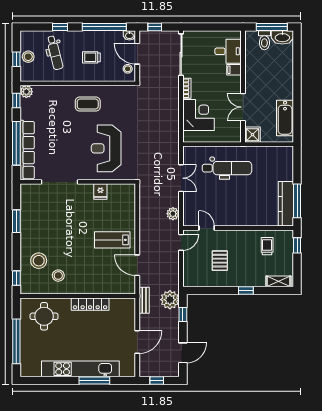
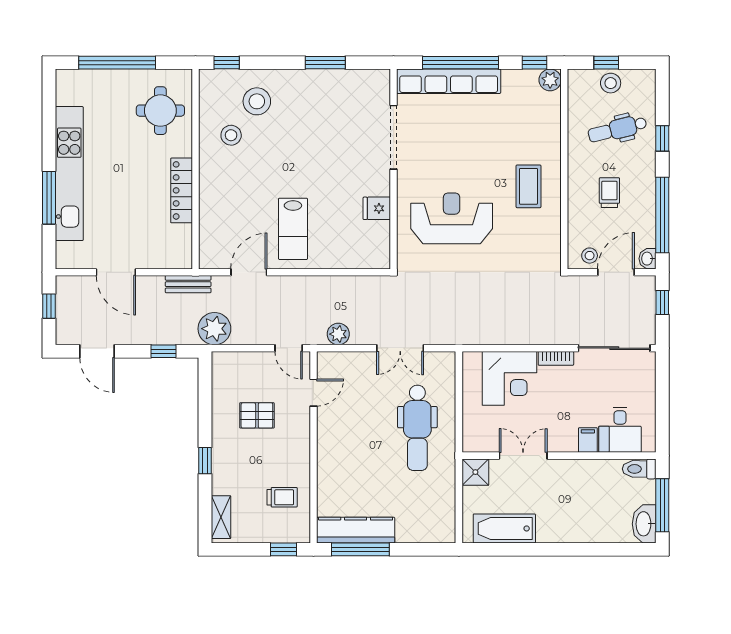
toilet: (264, 40) -> (639, 469), moved
lab bench: (112, 240) -> (293, 229), turned 180
plant: (170, 300) -> (214, 329), moved

